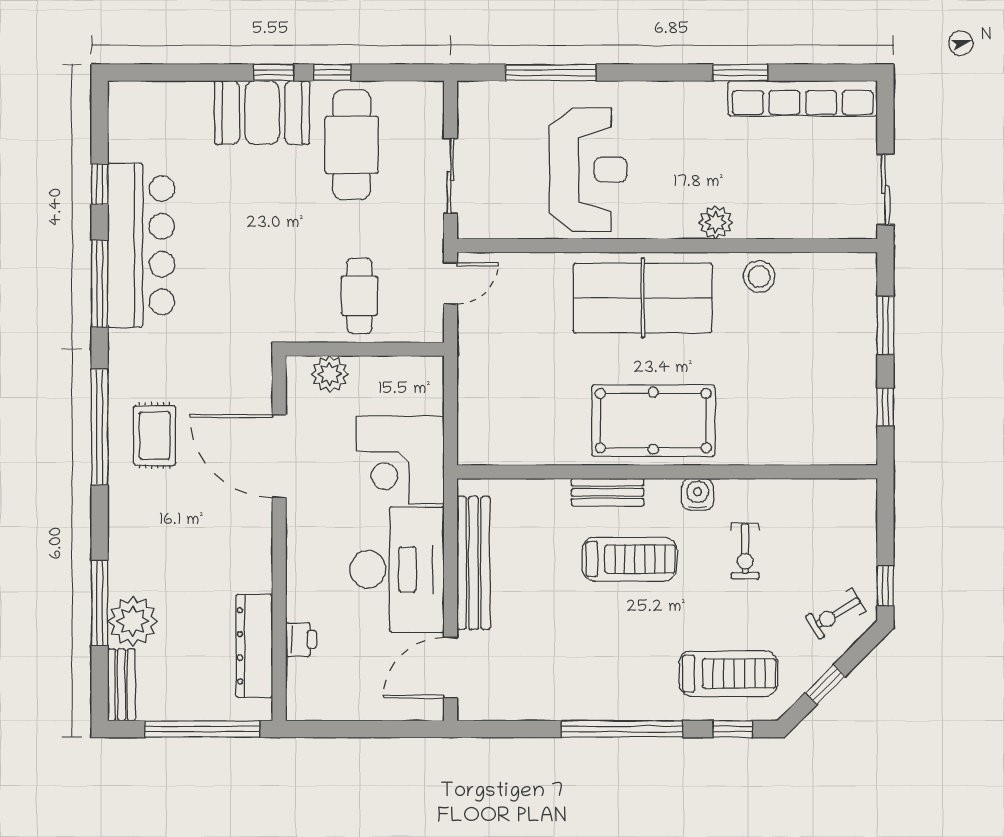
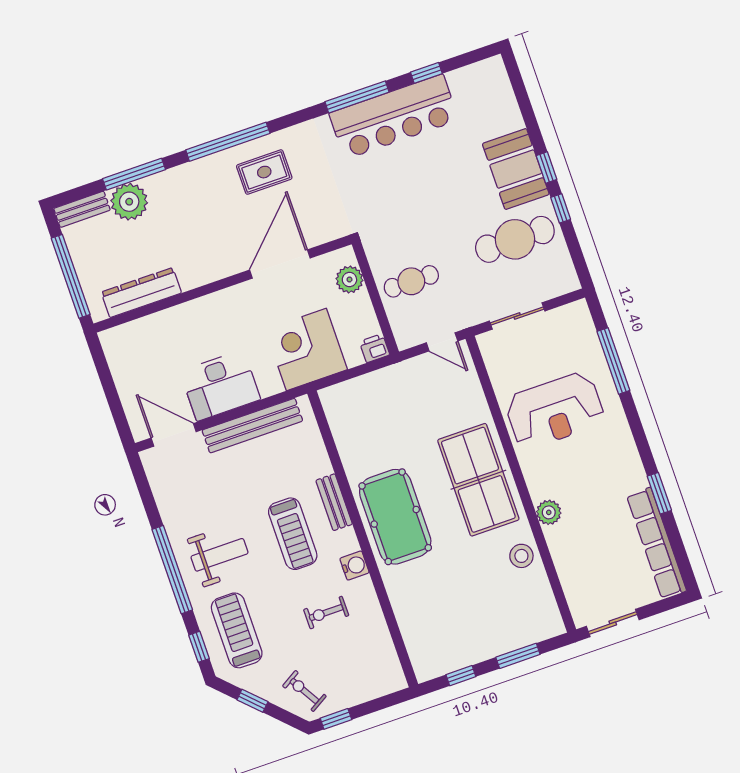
window: (100, 427) -> (228, 142), moved
desk: (397, 569) -> (220, 385), width x0.73, depth x0.77
printer: (301, 639) -> (375, 348), moved, turned 180
weight bench: (624, 662) -> (220, 555), added
treadmill: (728, 674) -> (237, 630), turned 180

